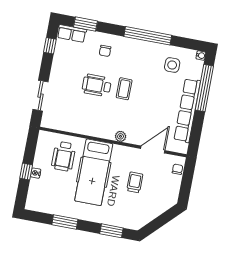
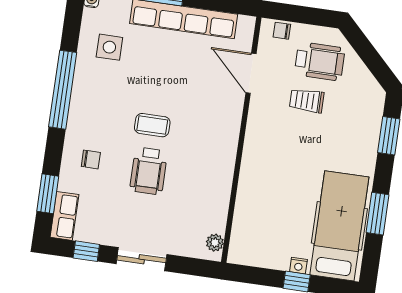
sliding door: (41, 96) -> (142, 259), moved
plant: (121, 136) -> (215, 243), moved
wheelchair: (64, 156) -> (320, 61), moved
hospital bed: (94, 172) -> (339, 226), moved, turned -90

